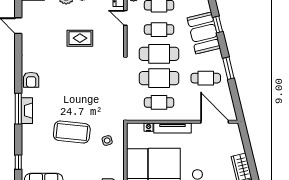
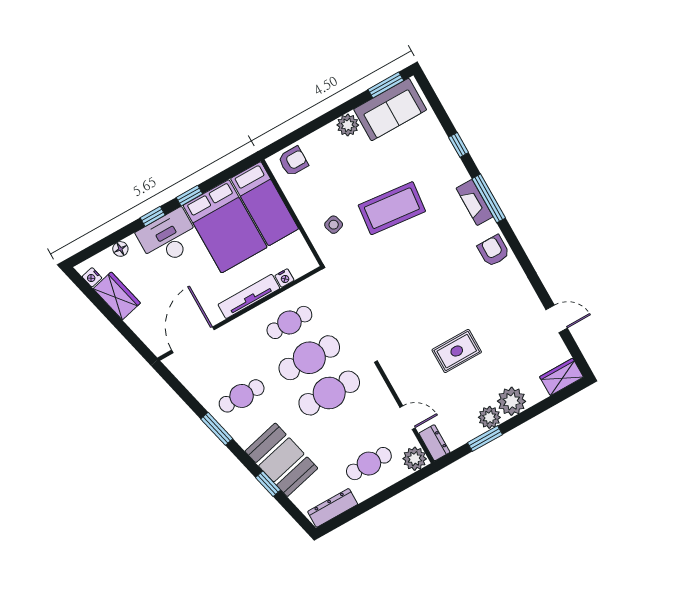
cafe table: (159, 30) -> (349, 428), removed
door: (215, 122) -> (193, 340), swing flipped
window: (18, 162) -> (459, 145), moved

